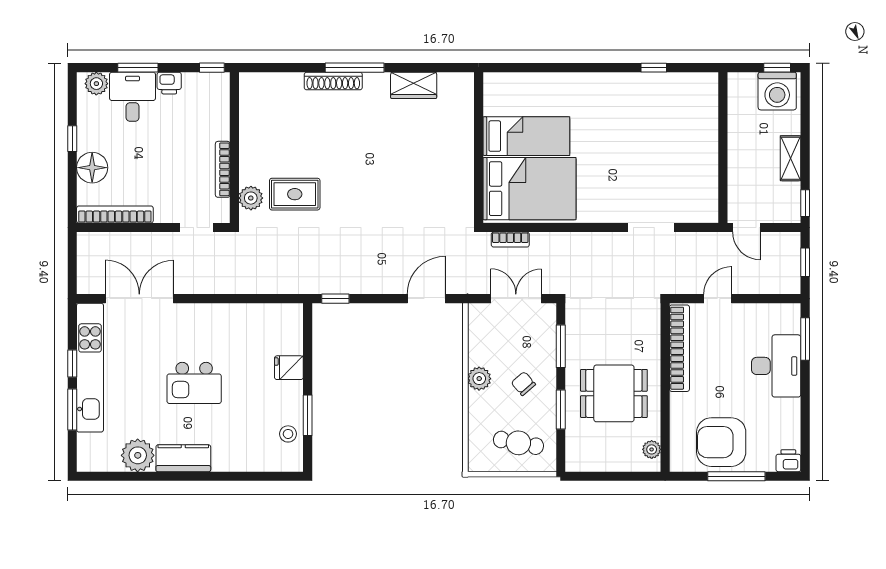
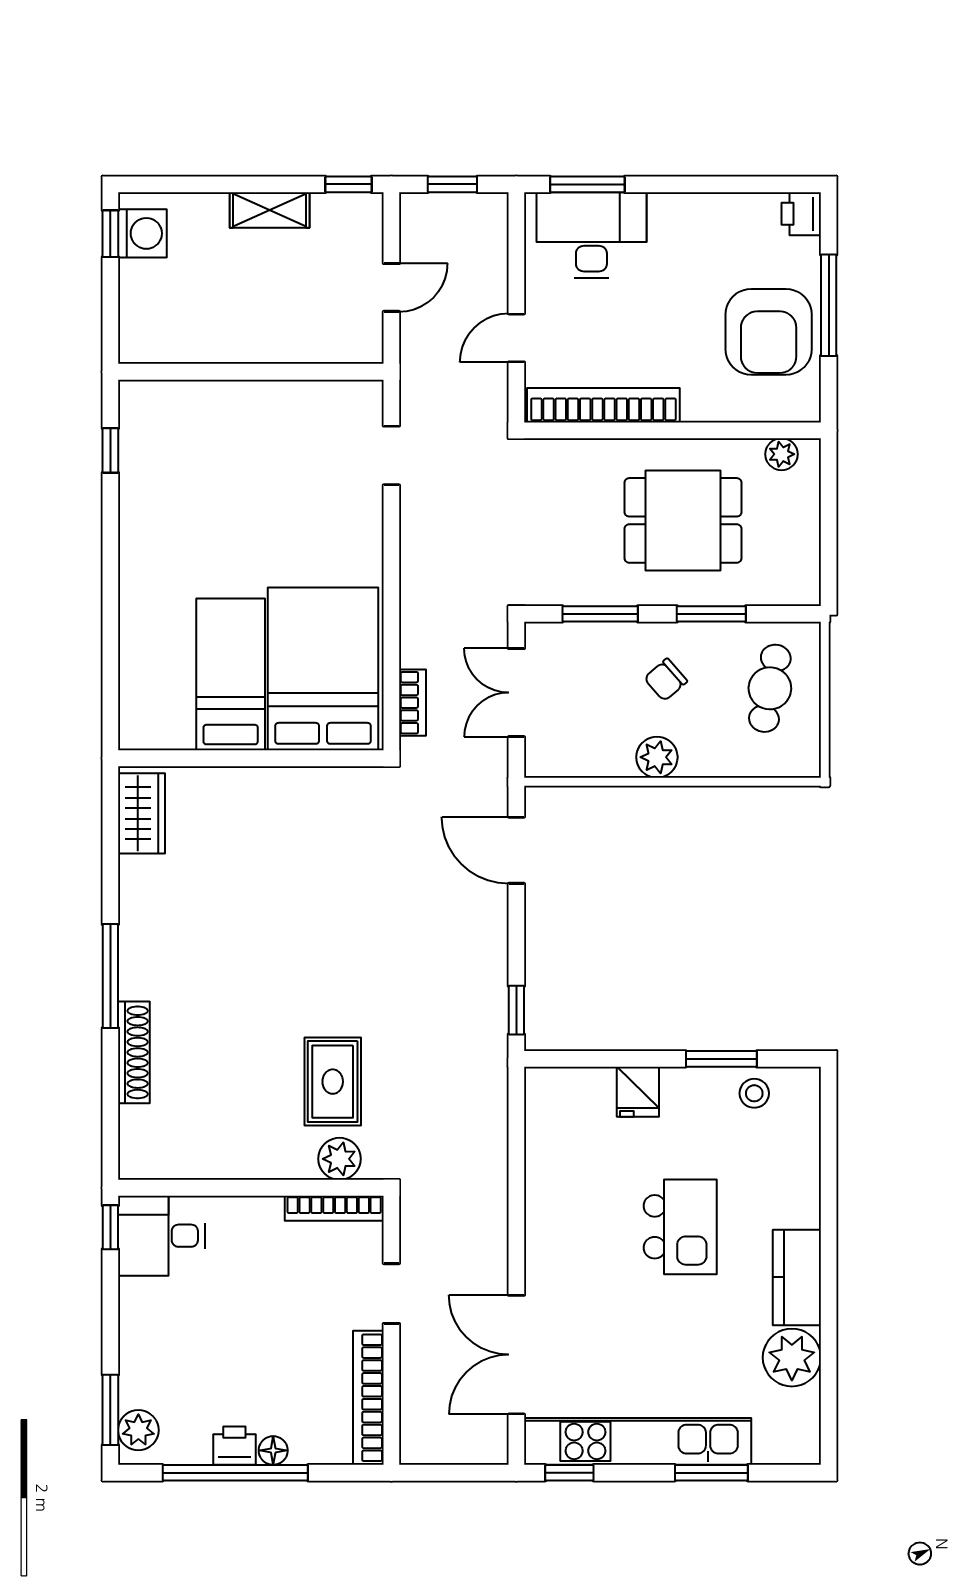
window: (138, 68) -> (110, 1410), moved
shoe rack: (333, 81) -> (134, 1052), moved
printer: (169, 83) -> (234, 1446), moved, turned -90
wardrobe: (414, 85) -> (141, 813), moved
washing machine: (777, 91) -> (142, 233), width x0.73, depth x0.73
desk: (133, 97) -> (161, 1236), moved
window: (72, 139) -> (235, 1473), width x3.17
wall: (723, 148) -> (251, 372), moved
floor lamp: (92, 168) -> (273, 1450), width x0.53, depth x0.53
bookcase: (223, 169) -> (334, 1208), moved
doorway: (197, 228) -> (391, 1294), moved
doorway: (651, 228) -> (391, 455), width x0.73
door: (718, 299) -> (516, 338), hinge flipped
window: (72, 364) -> (569, 1473), moved
desk: (776, 366) -> (591, 235), moved
kitchen island: (194, 383) -> (680, 1227), moved
dining table: (614, 393) -> (683, 520), turned 90

